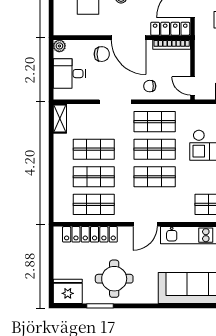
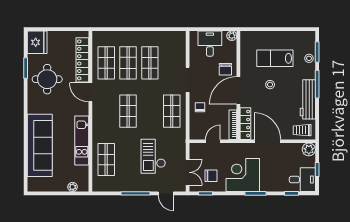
door: (193, 86) -> (213, 141), moved
shelving: (60, 119) -> (174, 36), removed
shop shelf: (155, 149) -> (150, 111), removed
door: (145, 224) -> (90, 92), moved

